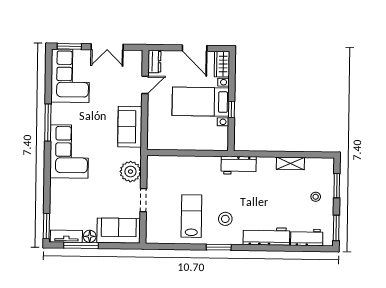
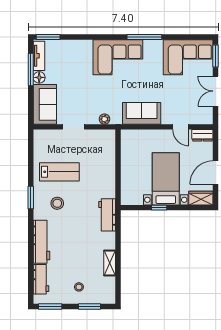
plant: (130, 172) -> (105, 119), width x0.53, depth x0.53

